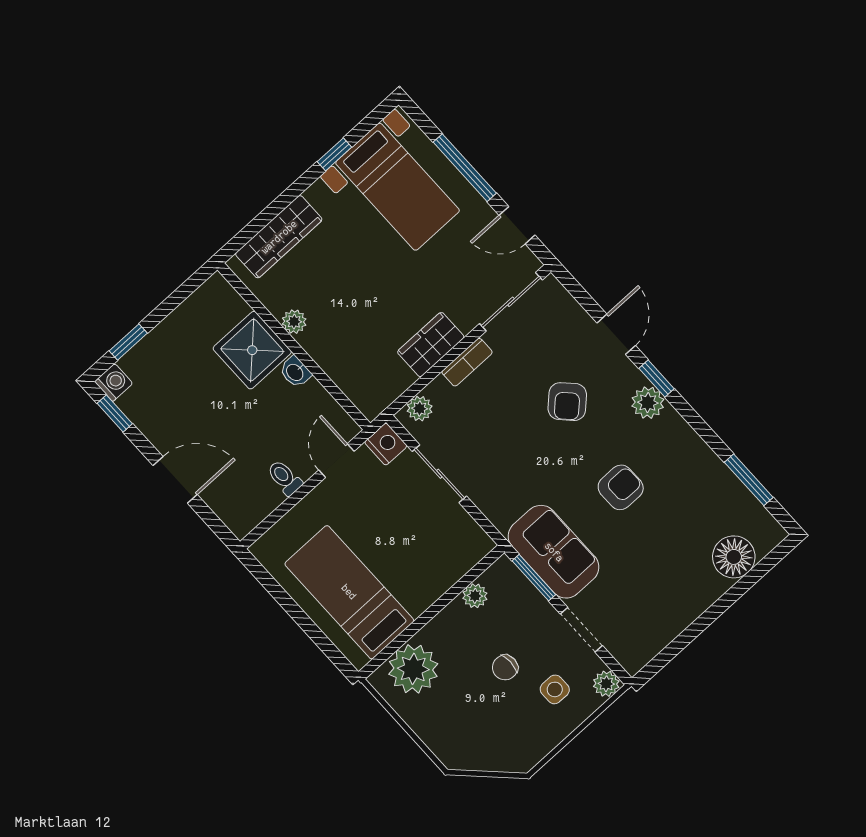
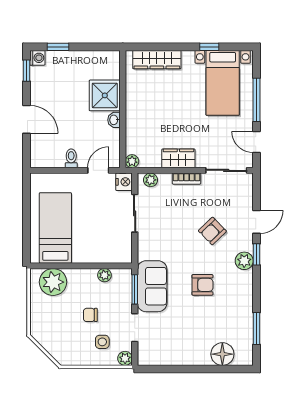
plant: (294, 322) -> (132, 161), moved

